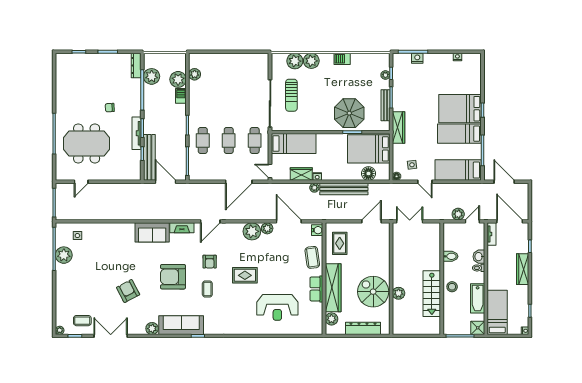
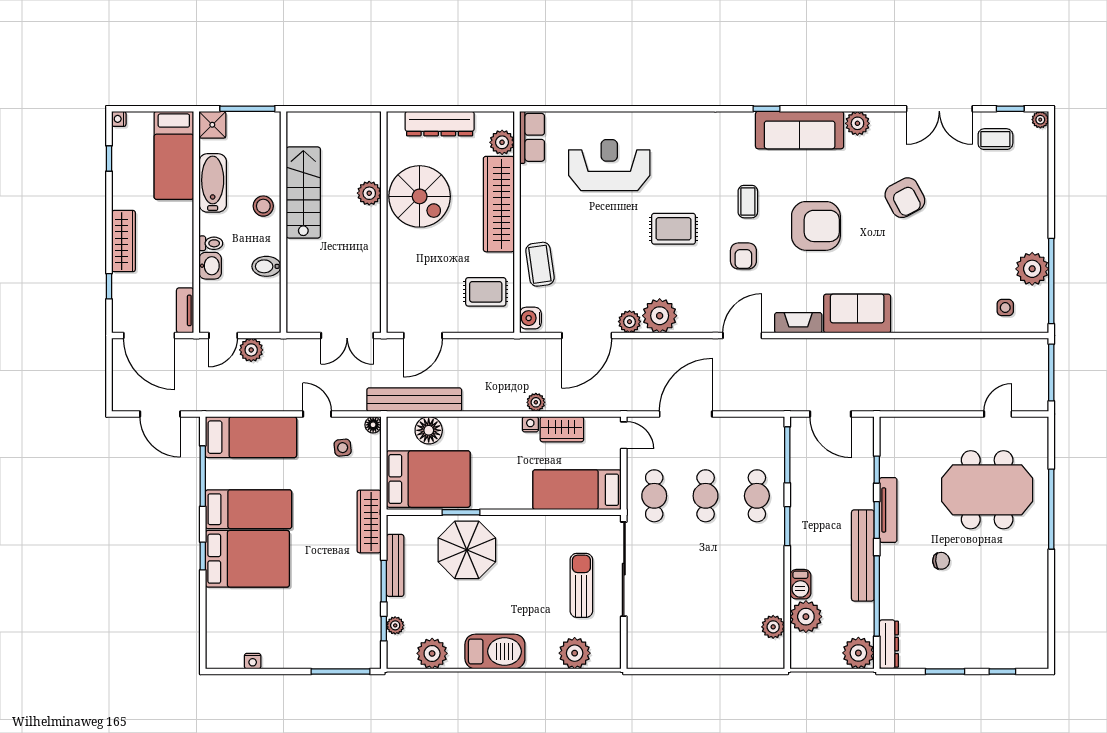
nightstand: (417, 58) -> (332, 659), removed
barbecue: (342, 59) -> (495, 651), width x1.88, depth x1.53
plant: (311, 61) -> (432, 653), moved
plant: (152, 76) -> (858, 653), moved
bench: (149, 157) -> (863, 555), moved
bench: (344, 189) -> (414, 400), moved
door: (289, 221) -> (587, 336), hinge flipped
rug: (340, 243) -> (486, 292), turned 90
armchair: (210, 262) -> (743, 256), turned 180
row of seats: (316, 289) -> (532, 137), moved

